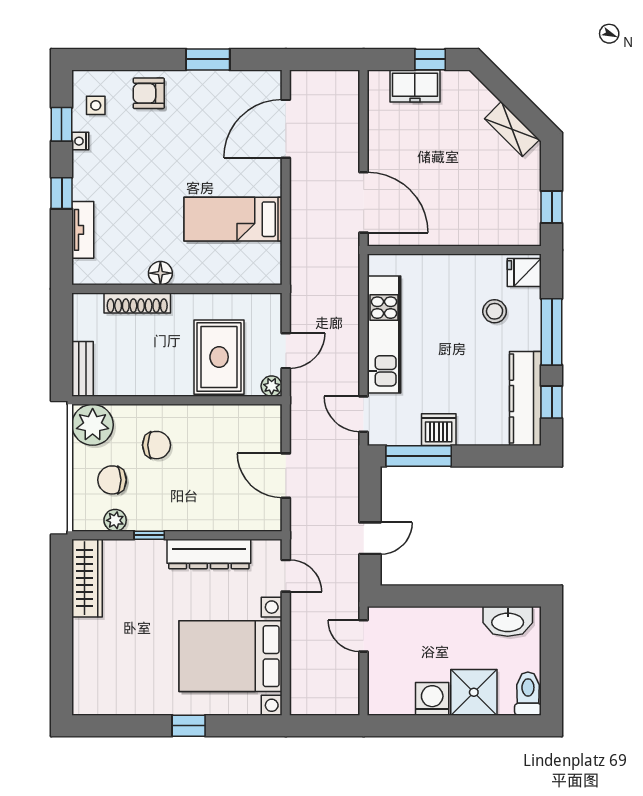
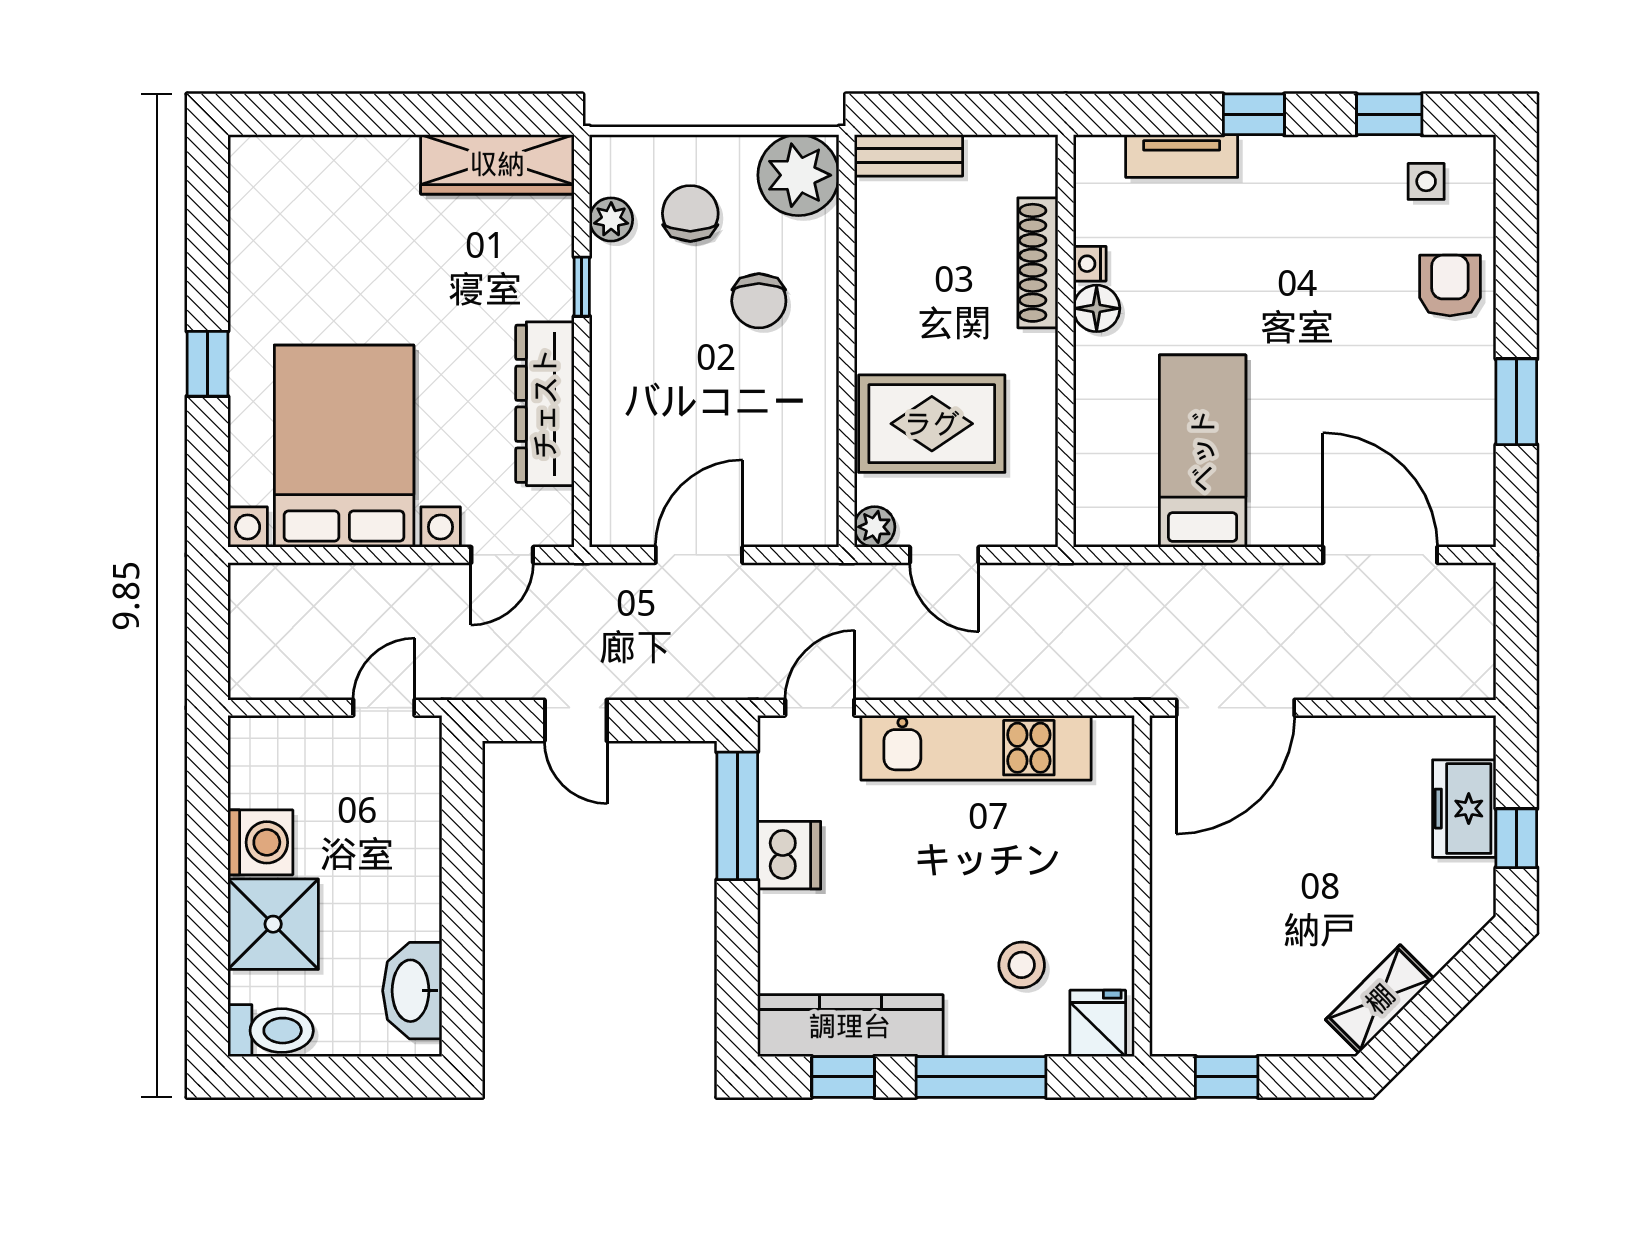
nightstand: (80, 141) -> (1090, 264), moved, turned -90

